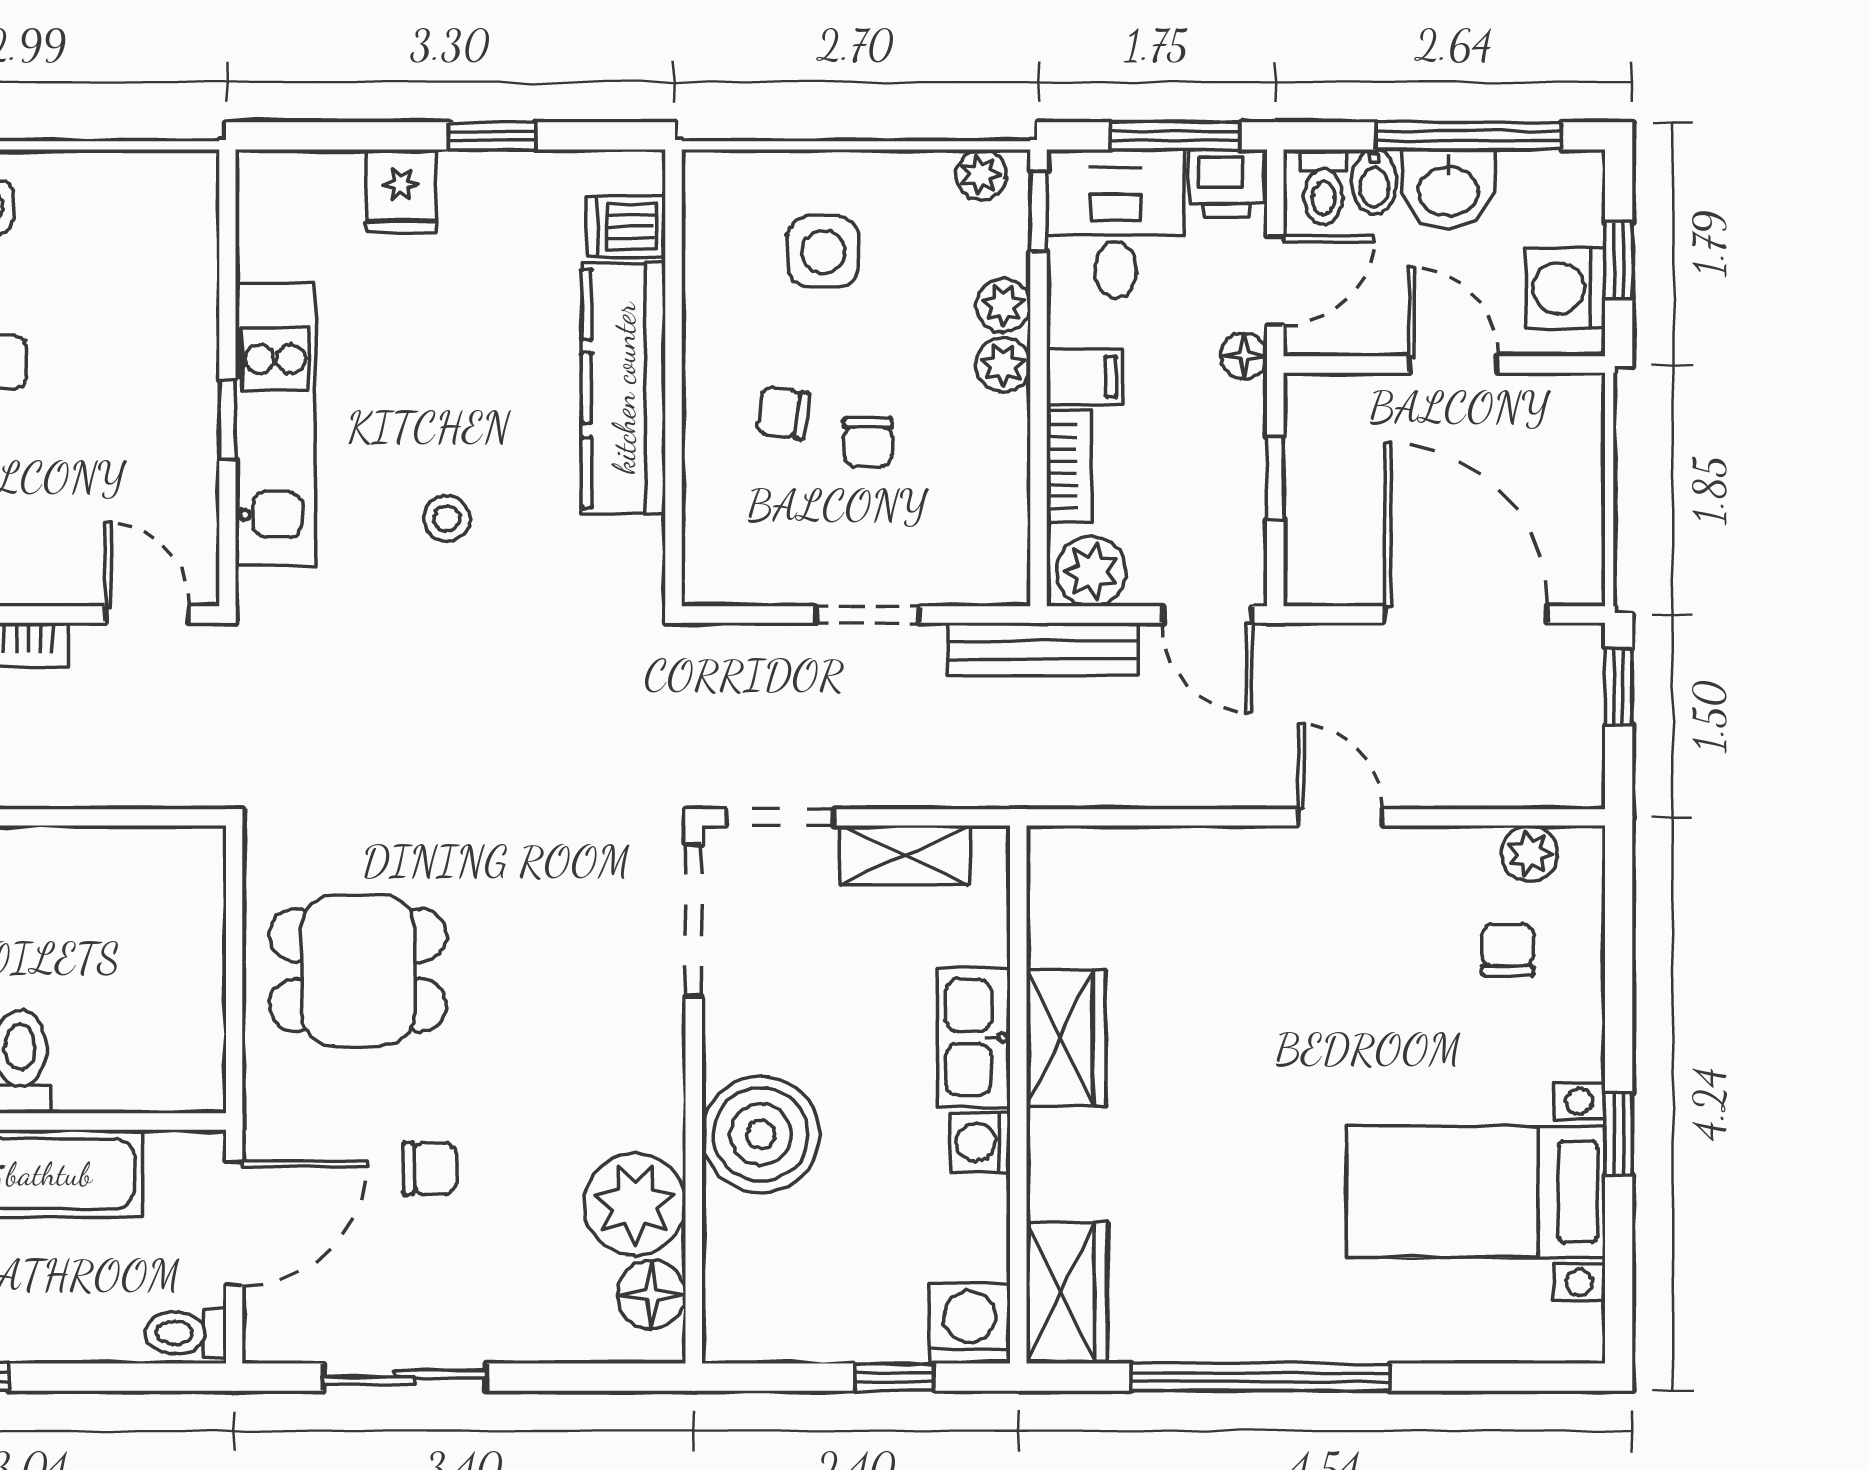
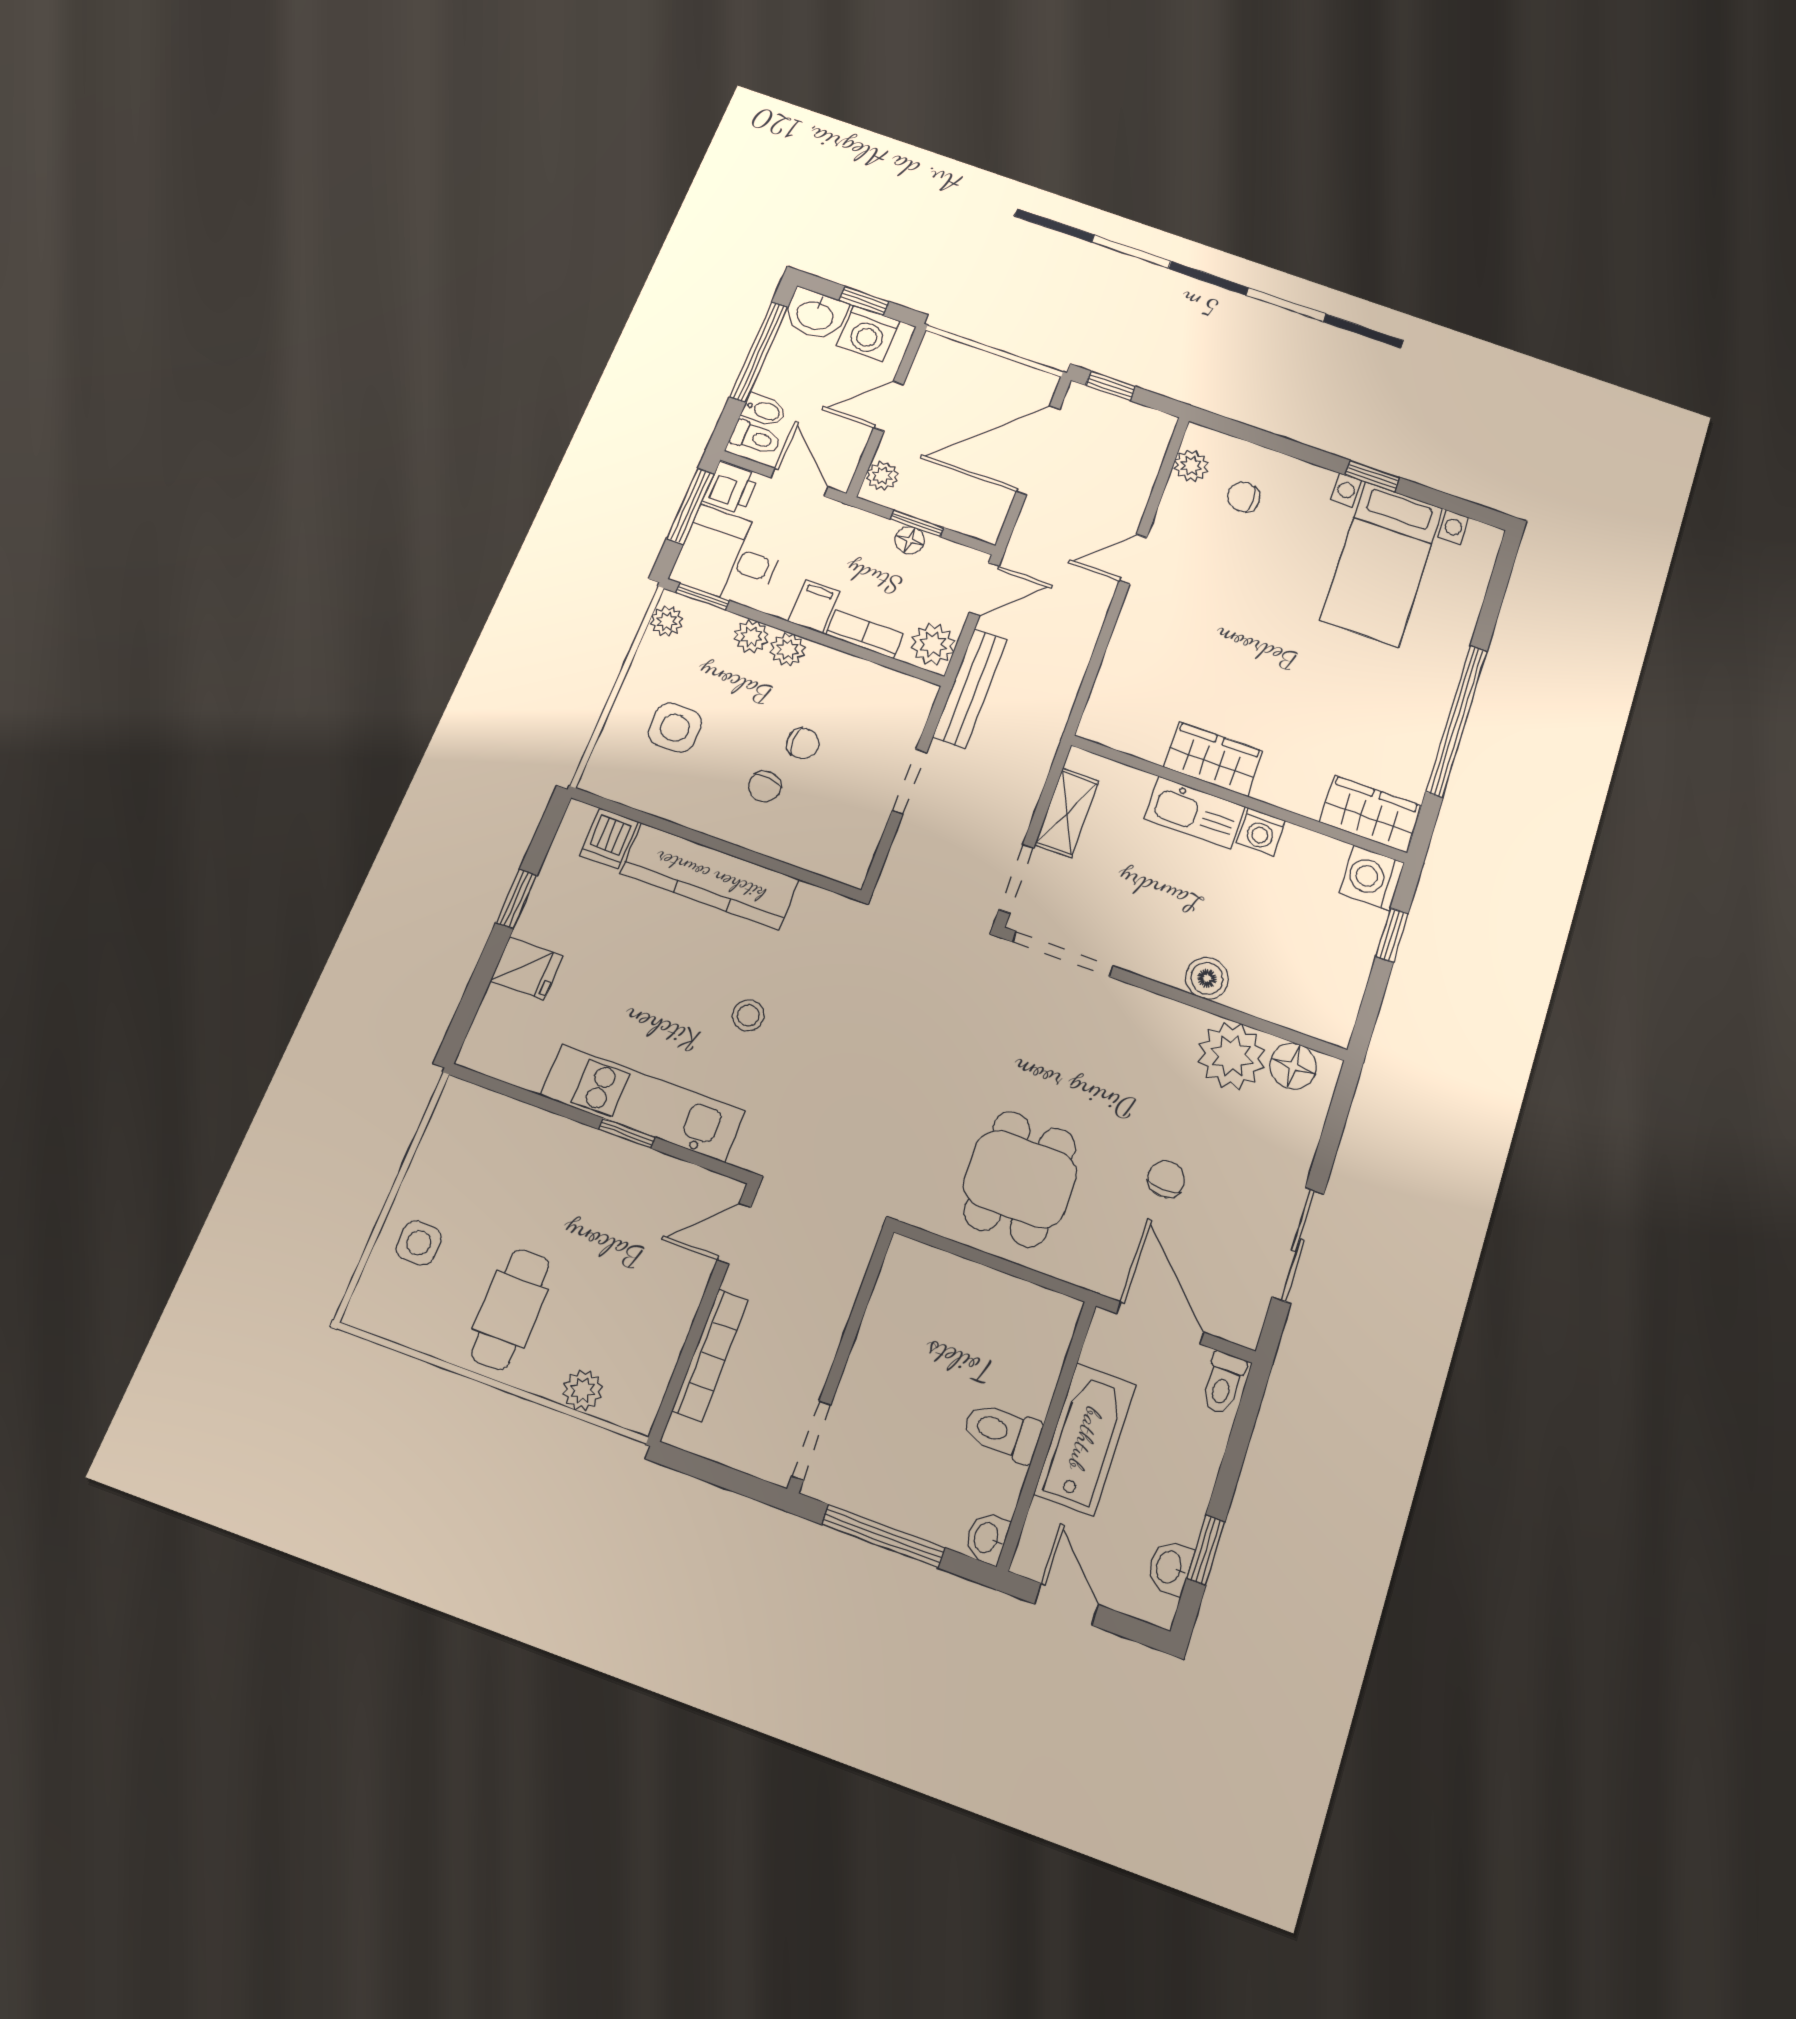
washbasin: (1448, 189) -> (815, 315), moved, turned 90
floor lamp: (1244, 356) -> (910, 540), moved
plant: (1334, 398) -> (882, 476), added
boiler: (761, 1134) -> (1207, 978), width x0.54, depth x0.54

